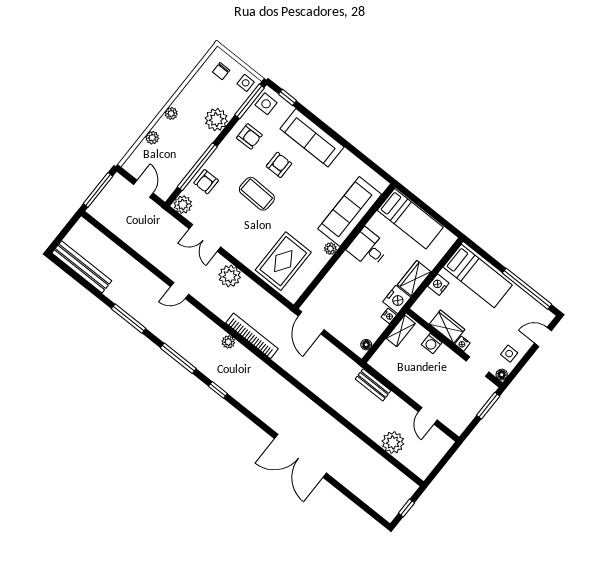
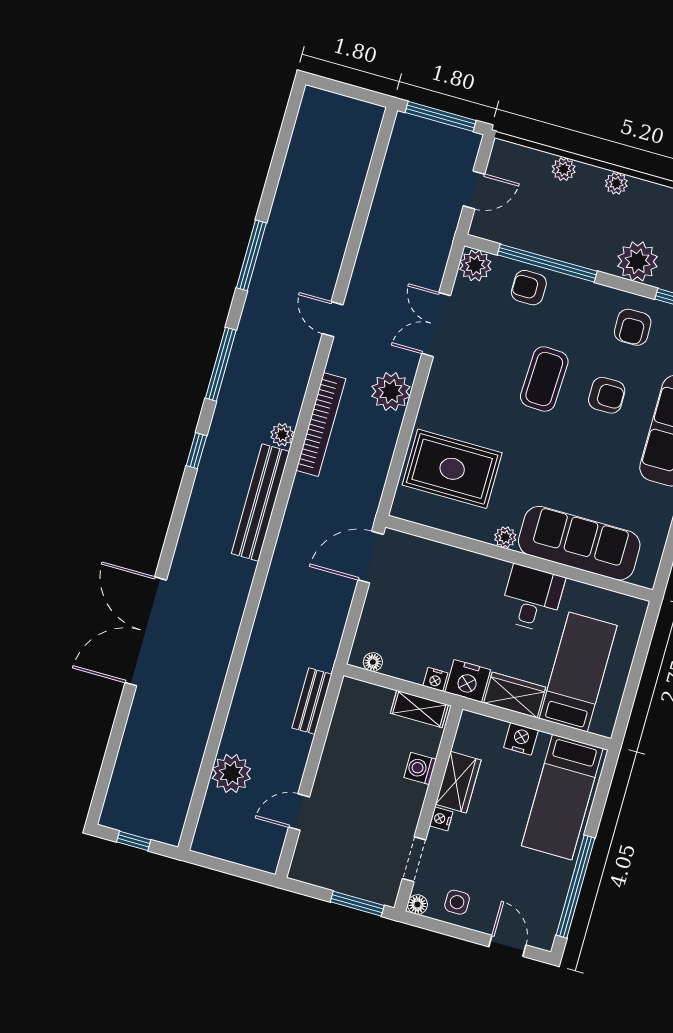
bed: (410, 219) -> (578, 672), moved, turned 180
bench: (82, 267) -> (260, 503), moved
bookcase: (252, 336) -> (321, 424), moved

